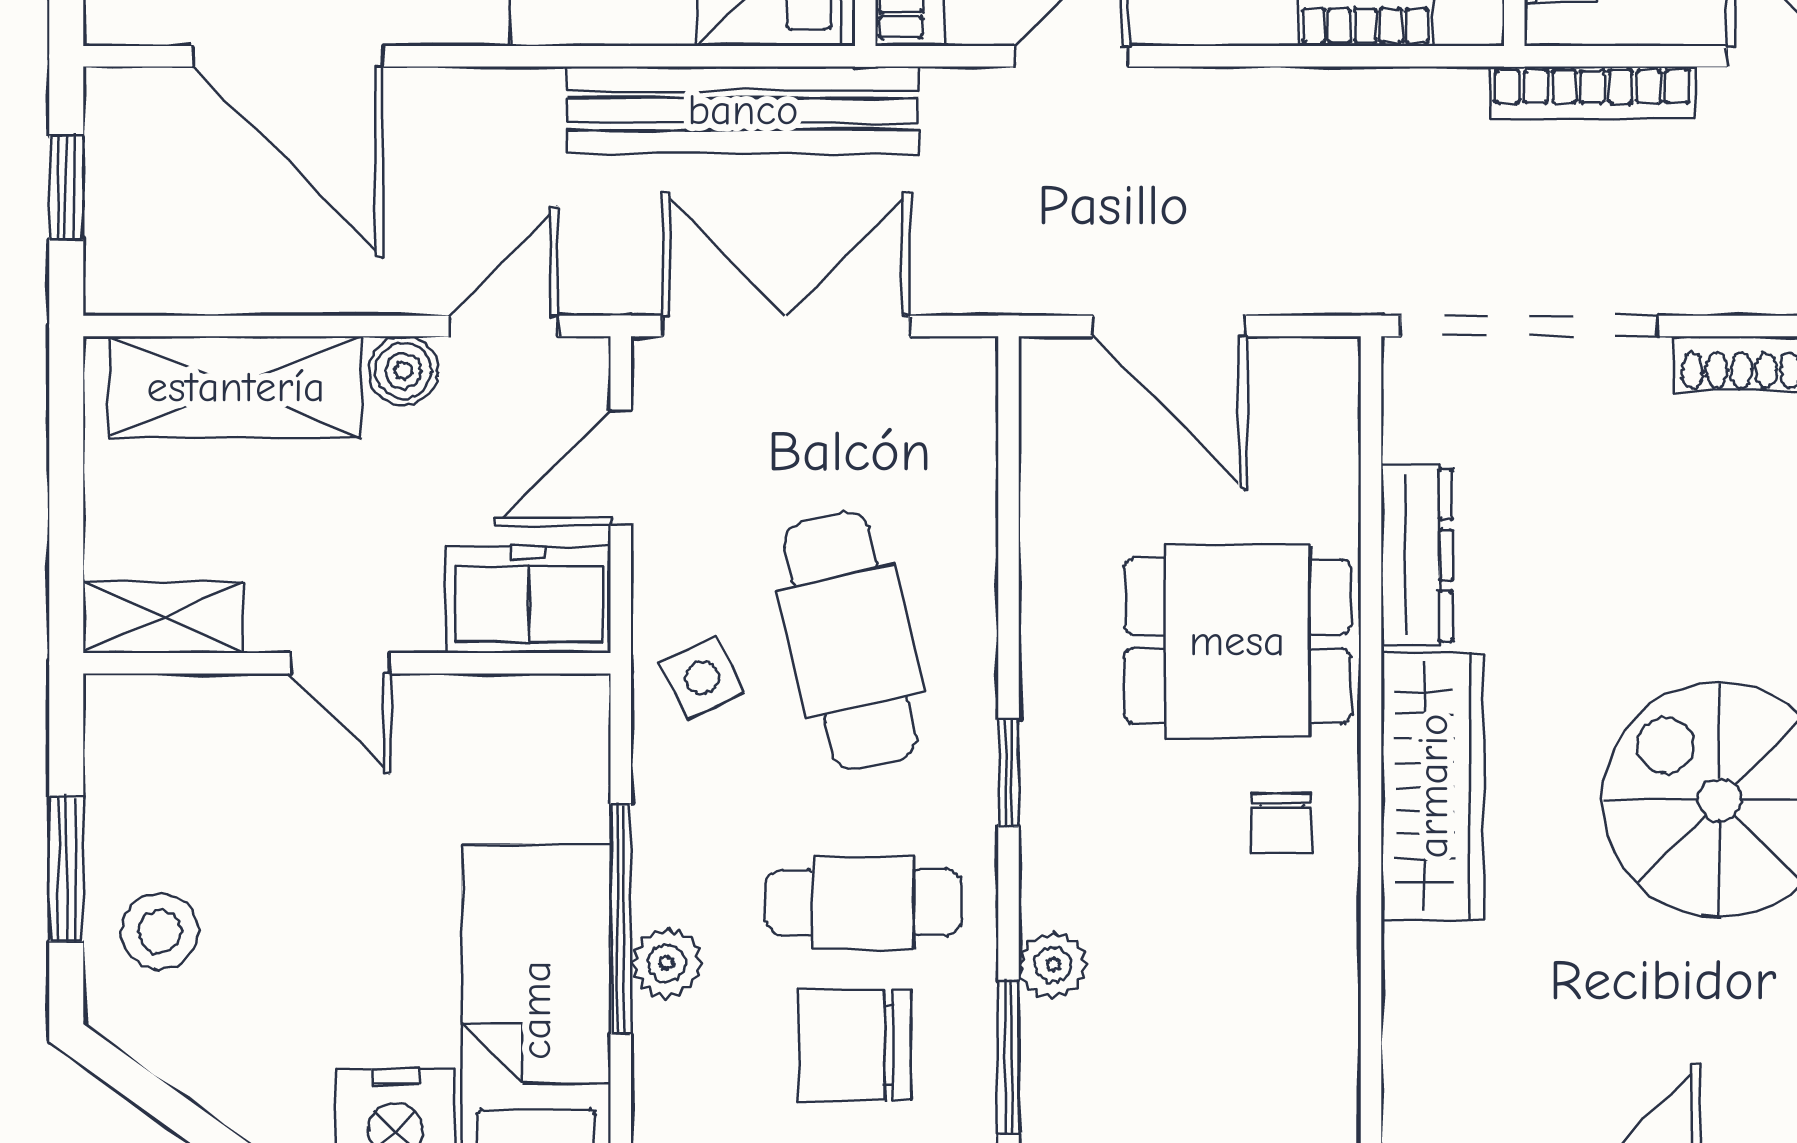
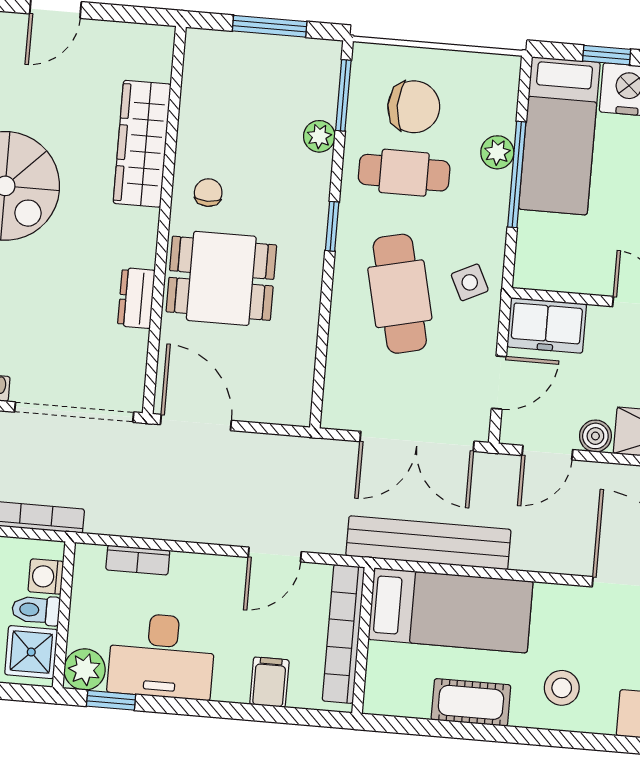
door: (1169, 326) -> (196, 422), moved
dresser: (1417, 555) -> (136, 298), width x0.70
wardrobe: (1433, 786) -> (142, 144), moved

